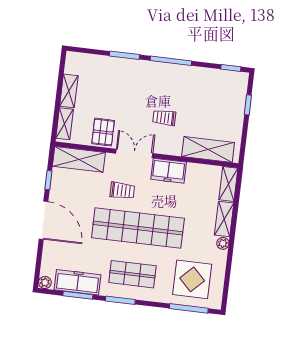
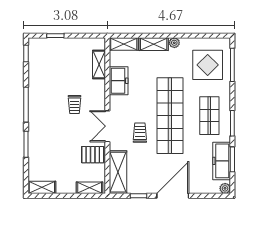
shelving: (69, 91) -> (42, 187), moved
shelving: (208, 149) -> (99, 65), width x0.67, depth x0.75
freezer: (169, 171) -> (119, 81), moved

